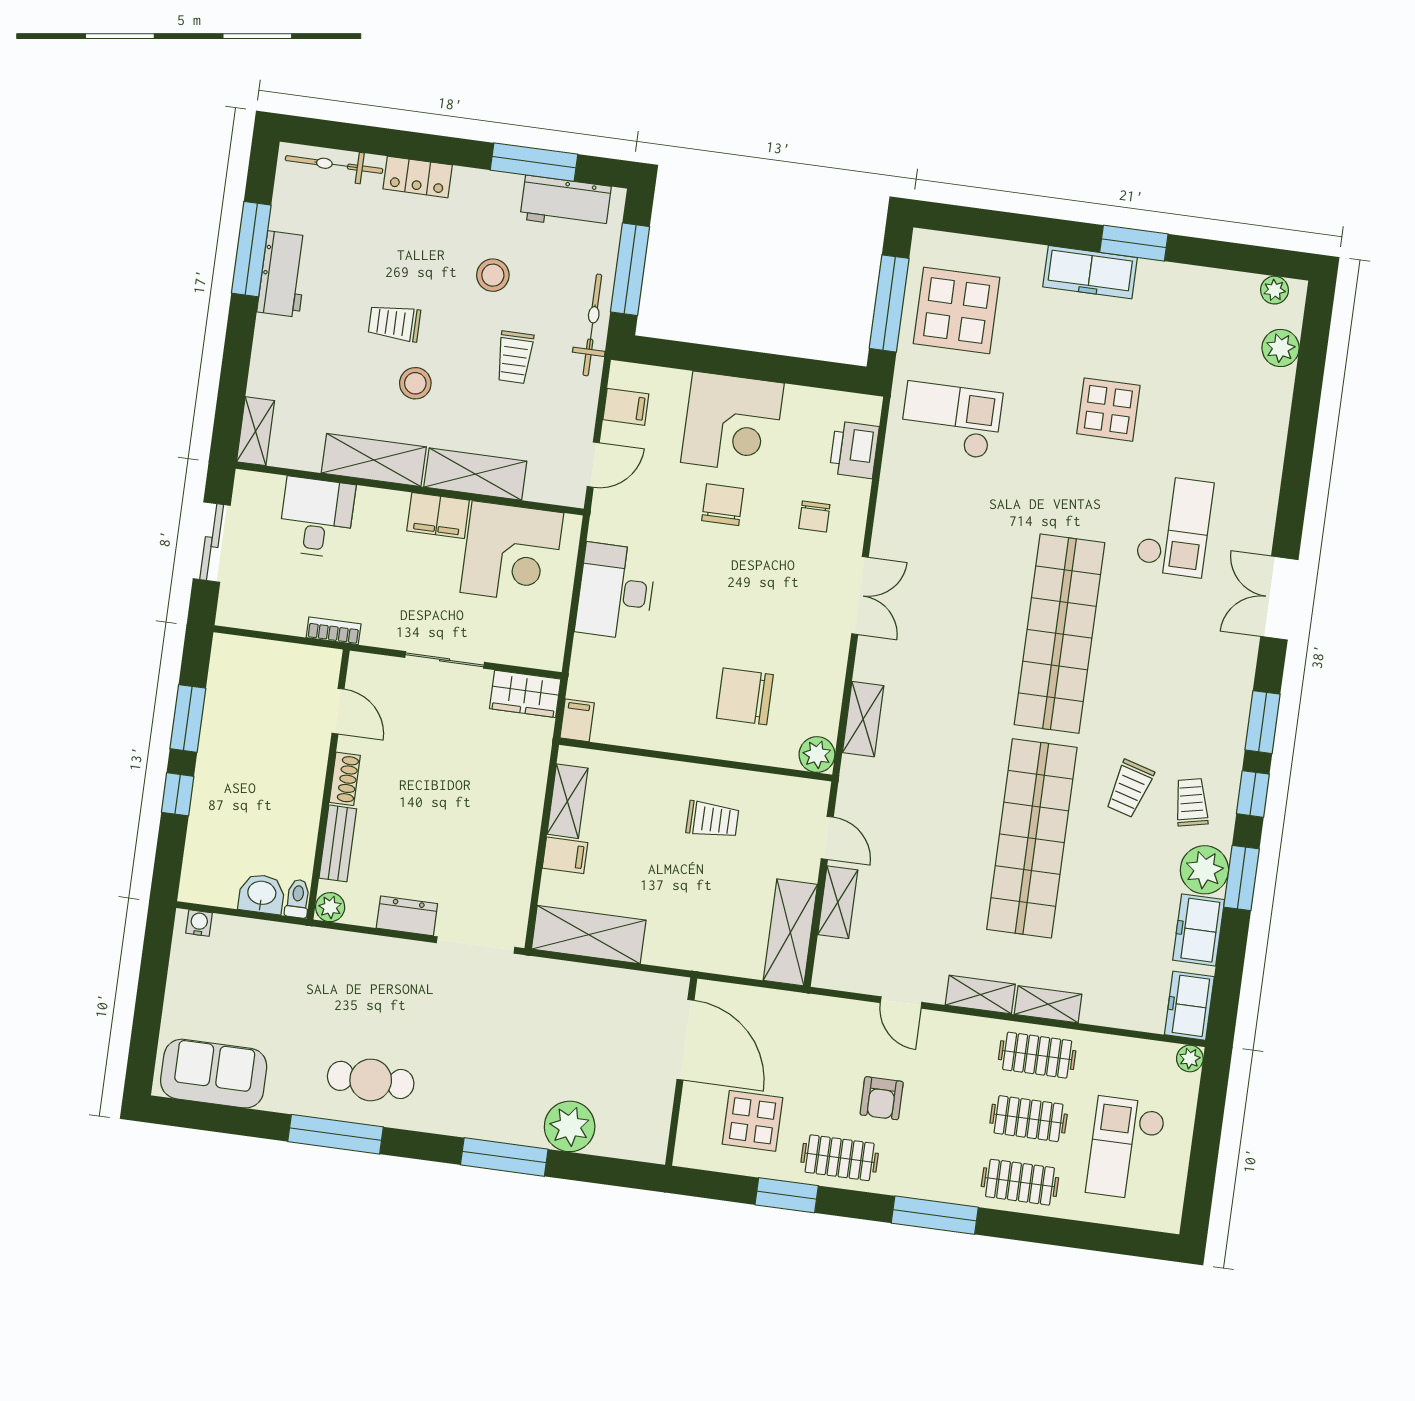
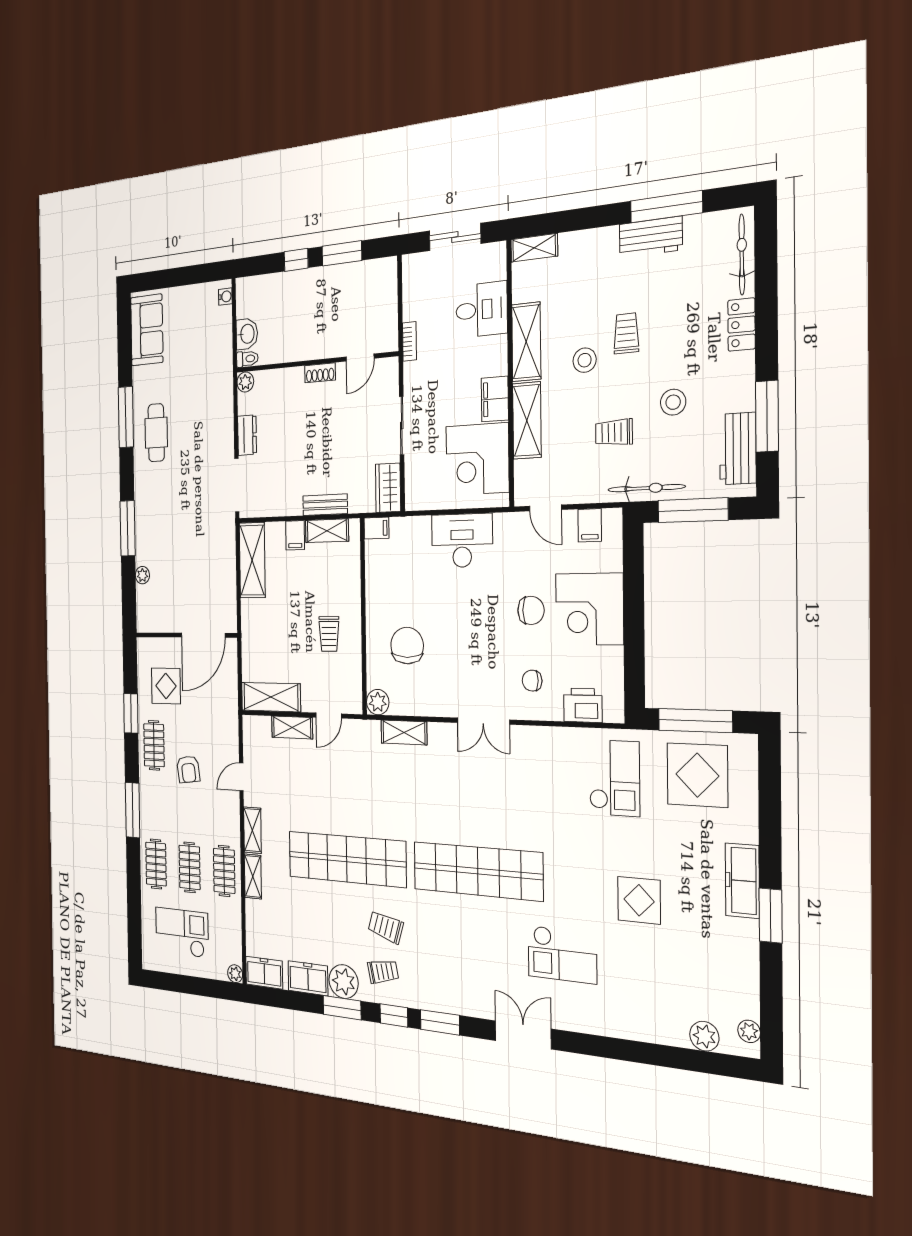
bench: (338, 843) -> (325, 505), moved
armchair: (882, 1098) -> (188, 769), turned -98
plant: (570, 1126) -> (142, 575), width x0.53, depth x0.53

